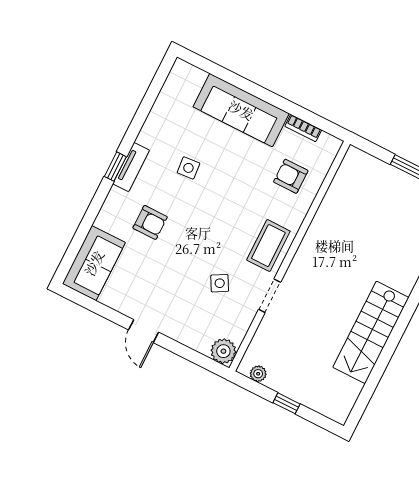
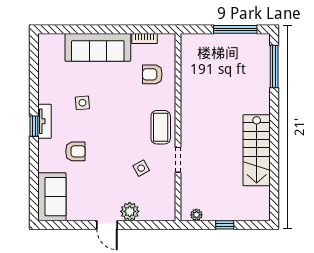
plant: (223, 351) -> (130, 211), moved

